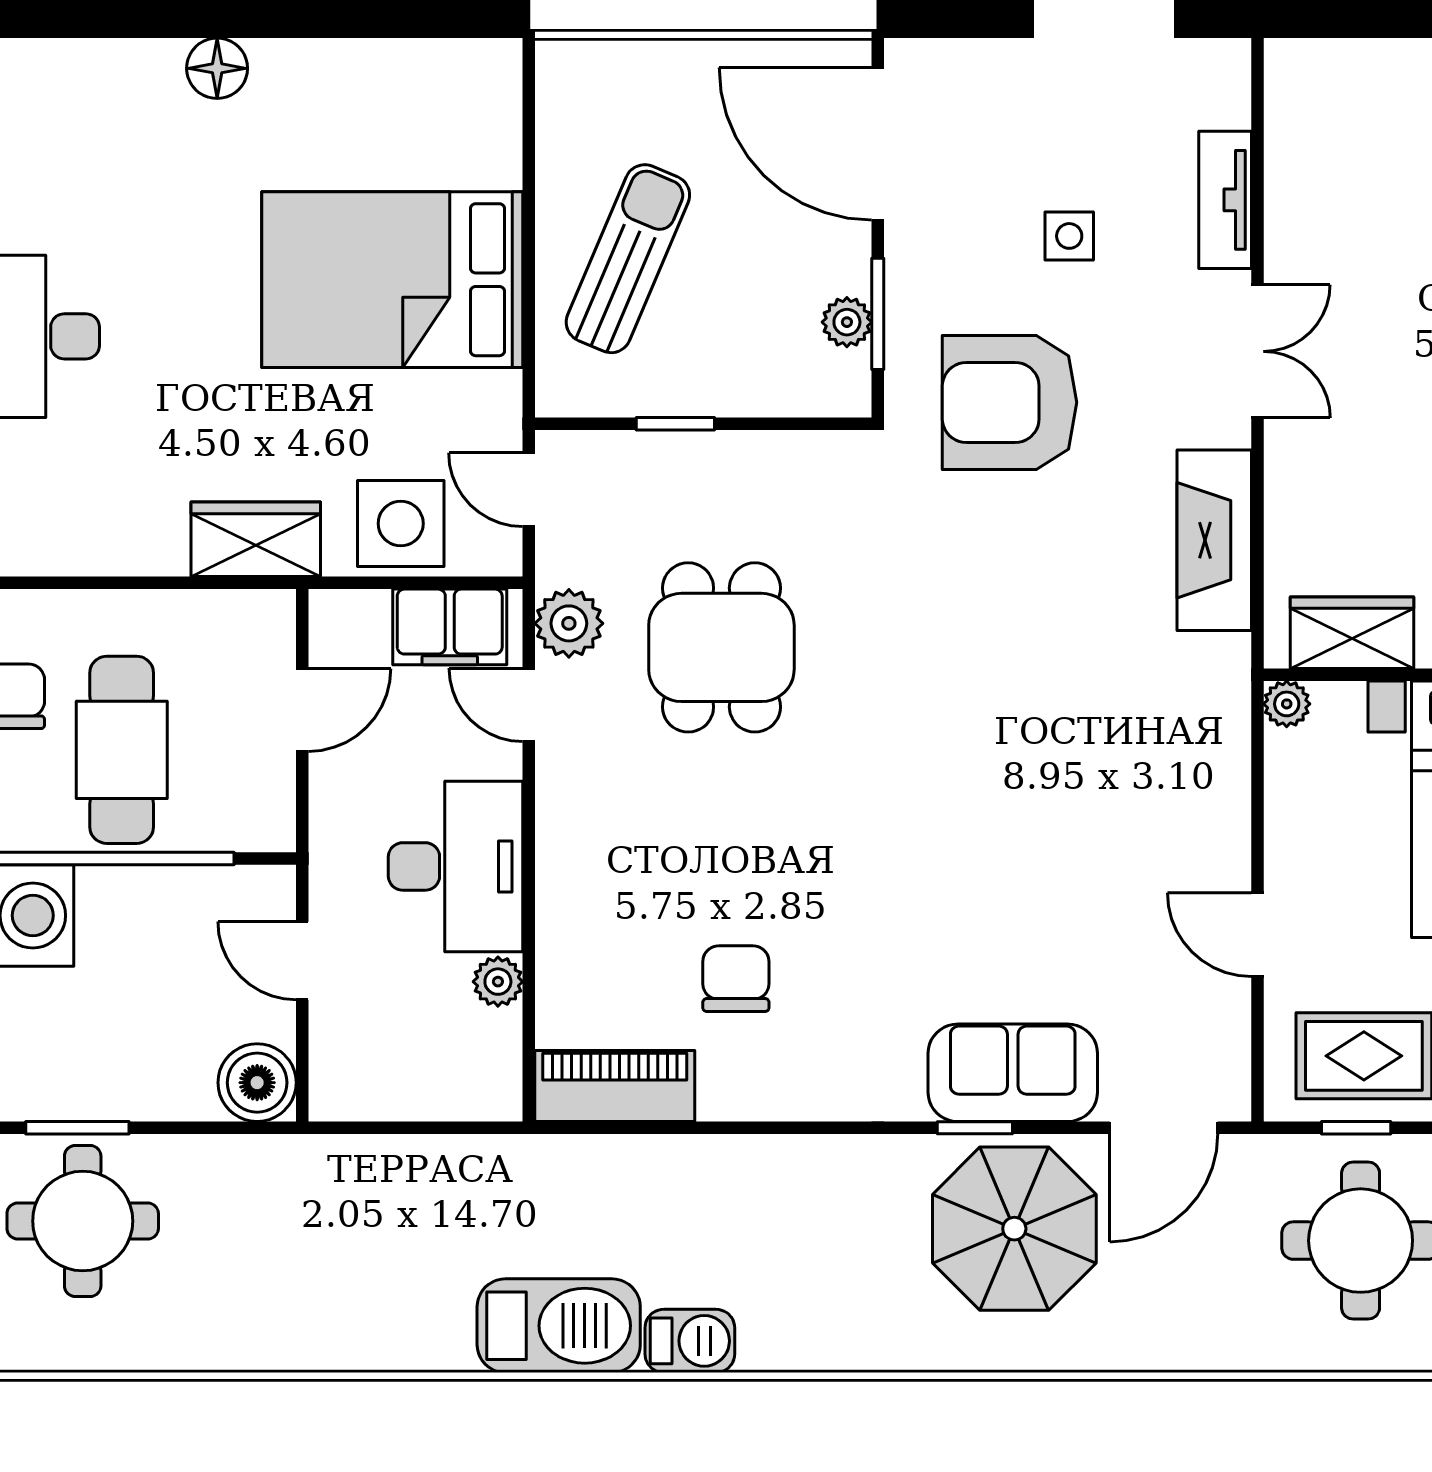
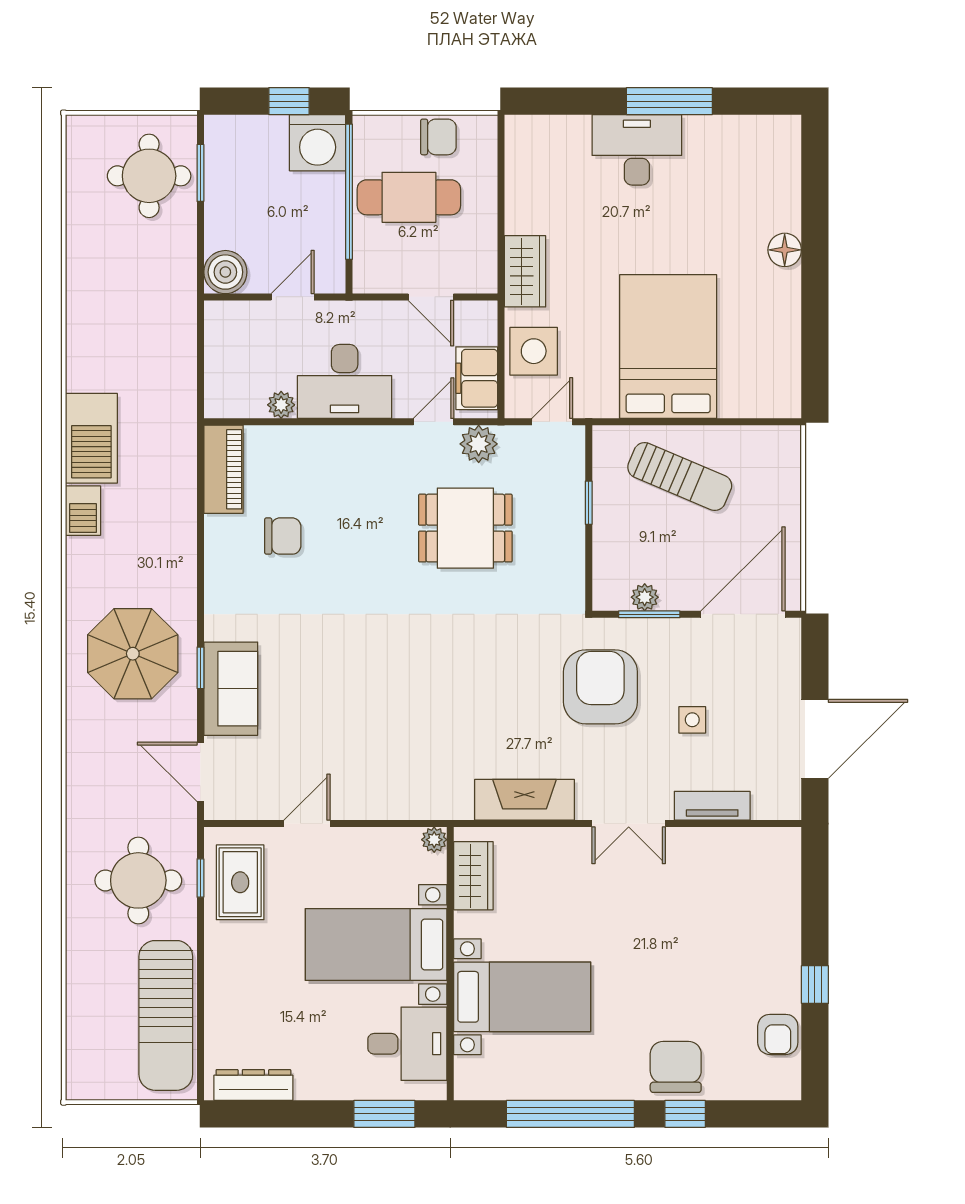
parasol: (1014, 1229) -> (133, 654), moved

